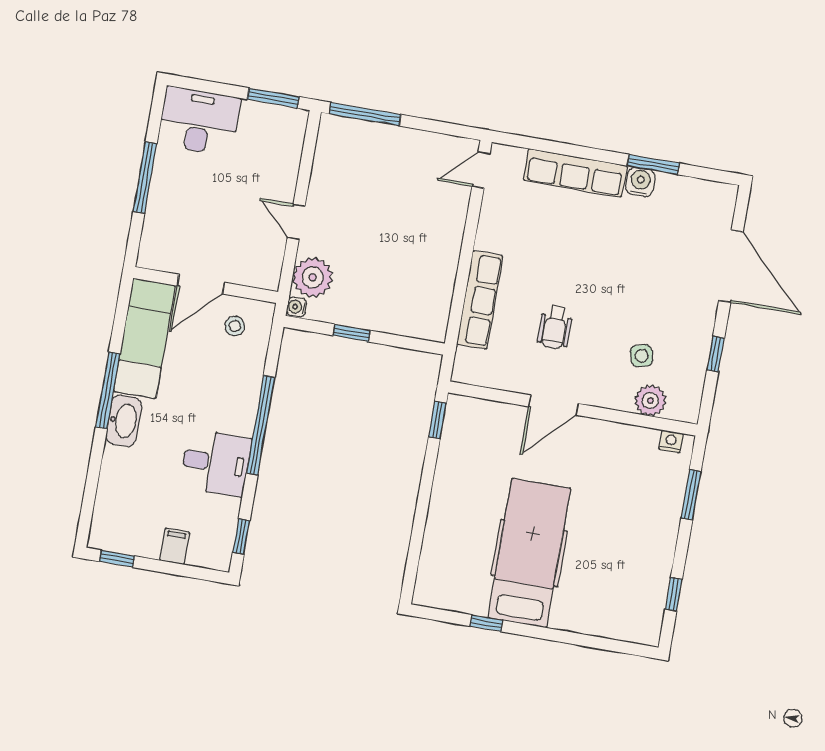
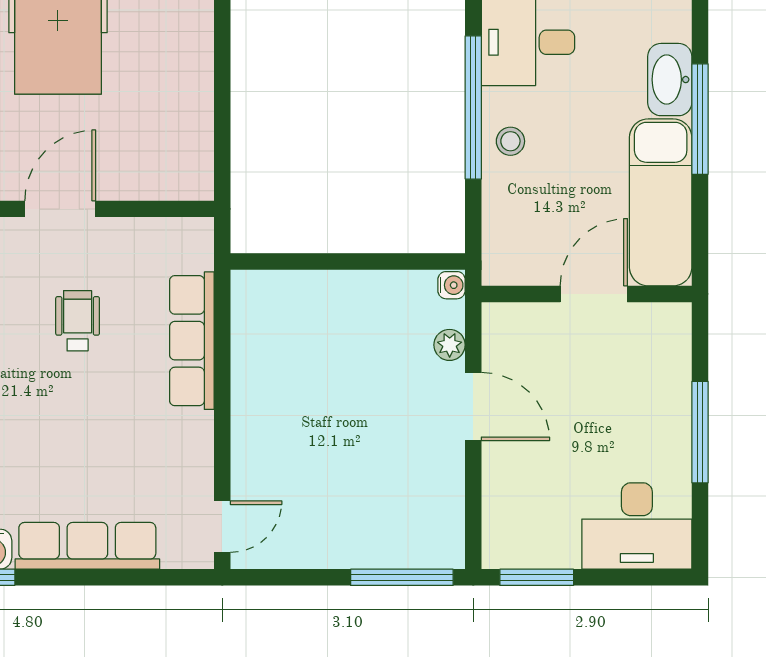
door: (296, 222) -> (473, 407), width x1.38
plant: (313, 277) -> (450, 345), width x0.53, depth x0.53
stool: (235, 326) -> (510, 141), moved
window: (352, 333) -> (366, 262), removed
window: (437, 420) -> (222, 159), removed

